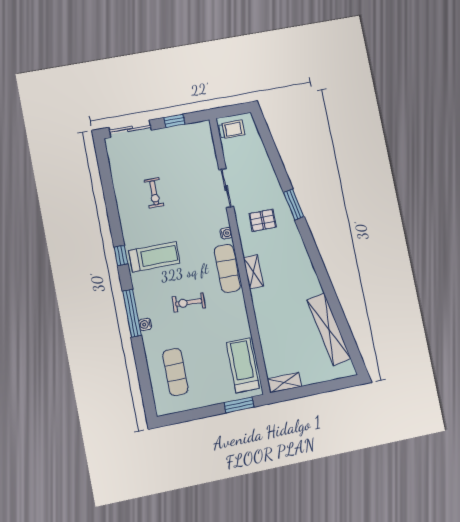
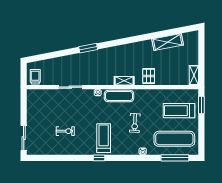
window: (174, 121) -> (24, 111), removed
pallet: (263, 220) -> (149, 76), moved
window: (132, 313) -> (175, 158), moved
shelving: (329, 329) -> (168, 42), width x0.68
treadmill: (243, 365) -> (179, 111), moved
exercise mat: (175, 372) -> (174, 139), width x1.36, depth x1.45

